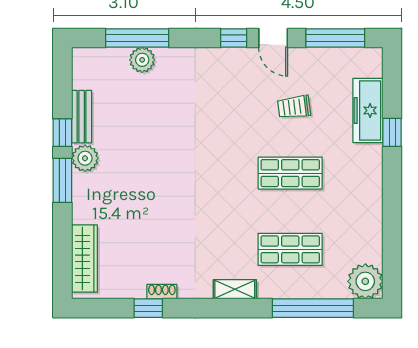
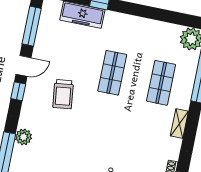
plant: (142, 60) -> (24, 137), moved
trolley: (294, 107) -> (63, 94), moved, width x1.36, depth x1.39

